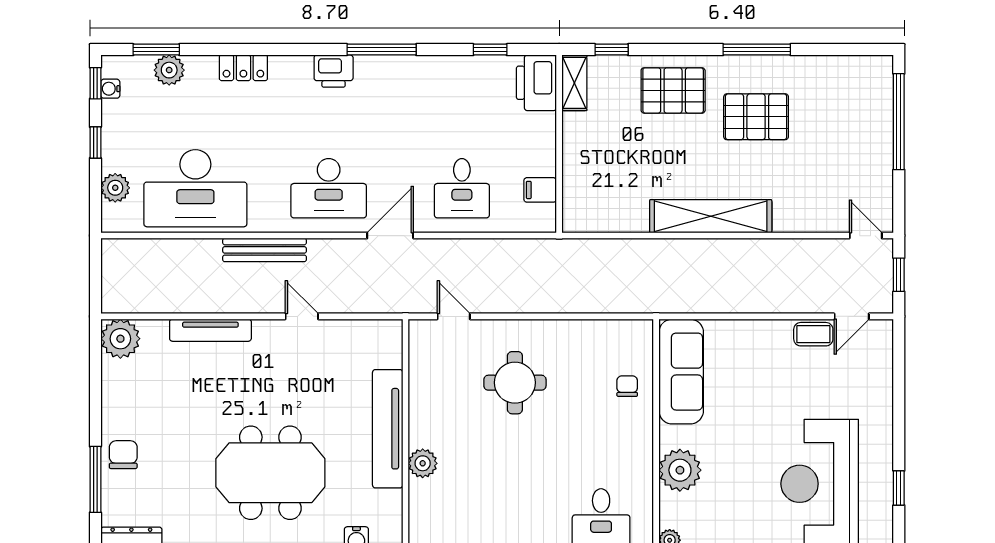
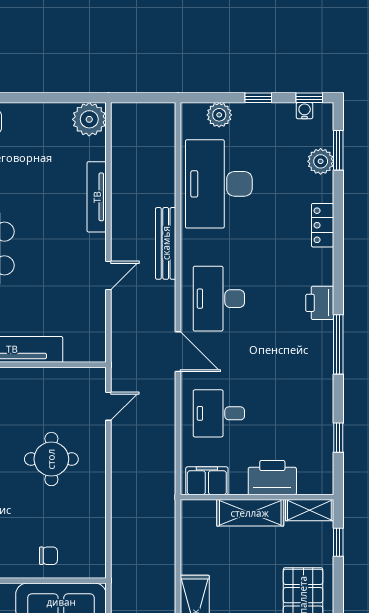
printer: (536, 83) -> (272, 478), moved
shelving: (577, 152) -> (250, 513), added
filing cabinet: (540, 190) -> (207, 481), width x2.00

